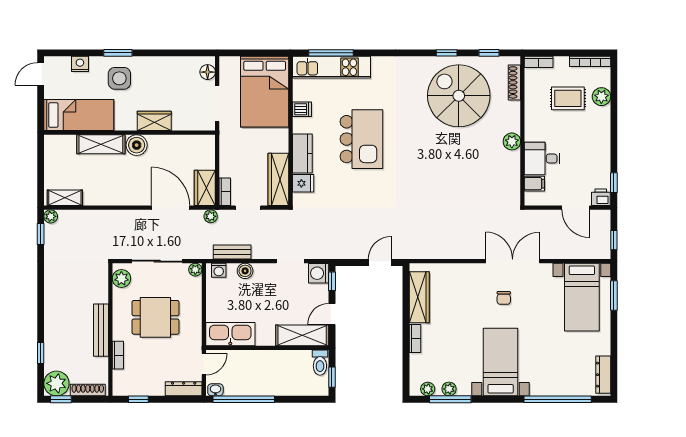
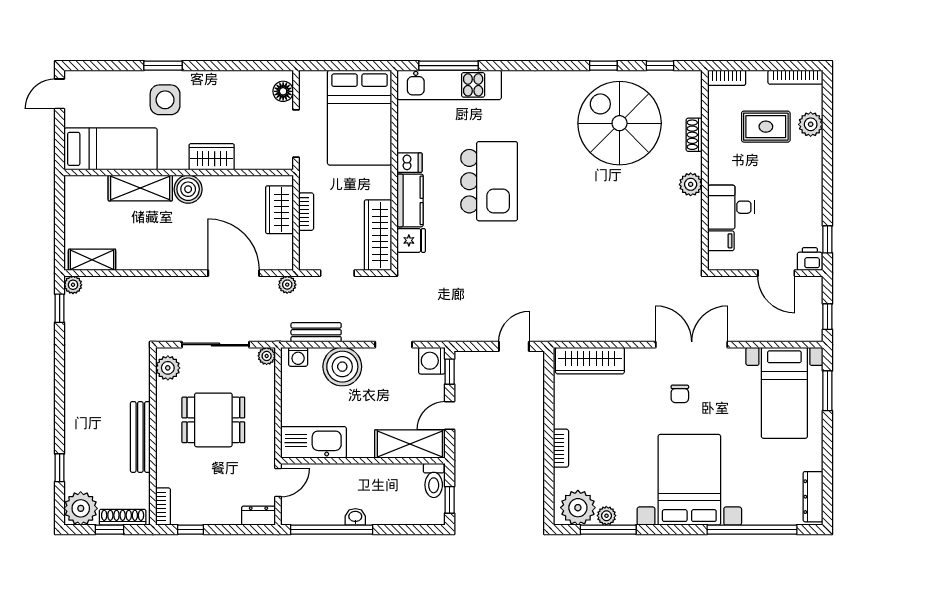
nightstand: (80, 64) -> (112, 80), removed
shoe rack: (514, 82) -> (694, 135), moved, width x0.70
dishwasher: (302, 109) -> (410, 163), moved
wardrobe: (205, 188) -> (279, 210), moved
bookcase: (225, 192) -> (306, 212), moved
boiler: (245, 271) -> (342, 367), width x1.86, depth x1.86
wardrobe: (419, 297) -> (590, 361), moved, turned 90
bookcase: (118, 355) -> (163, 507), moved
bed with nightstands: (501, 362) -> (689, 480), width x1.36
dresser: (184, 389) -> (258, 516), width x0.70
plant: (428, 389) -> (578, 508), width x1.88, depth x1.88
washbasin: (215, 390) -> (355, 517), moved
window: (61, 399) -> (110, 530), moved

